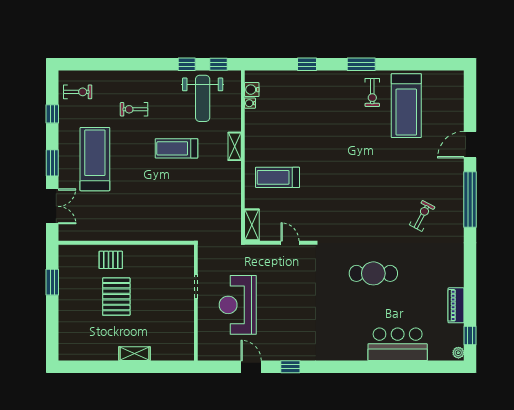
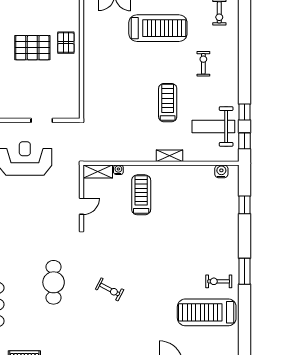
window: (307, 64) -> (245, 205), moved
water cooler: (250, 103) -> (118, 170), moved
exercise bike: (422, 216) -> (110, 289), moved

